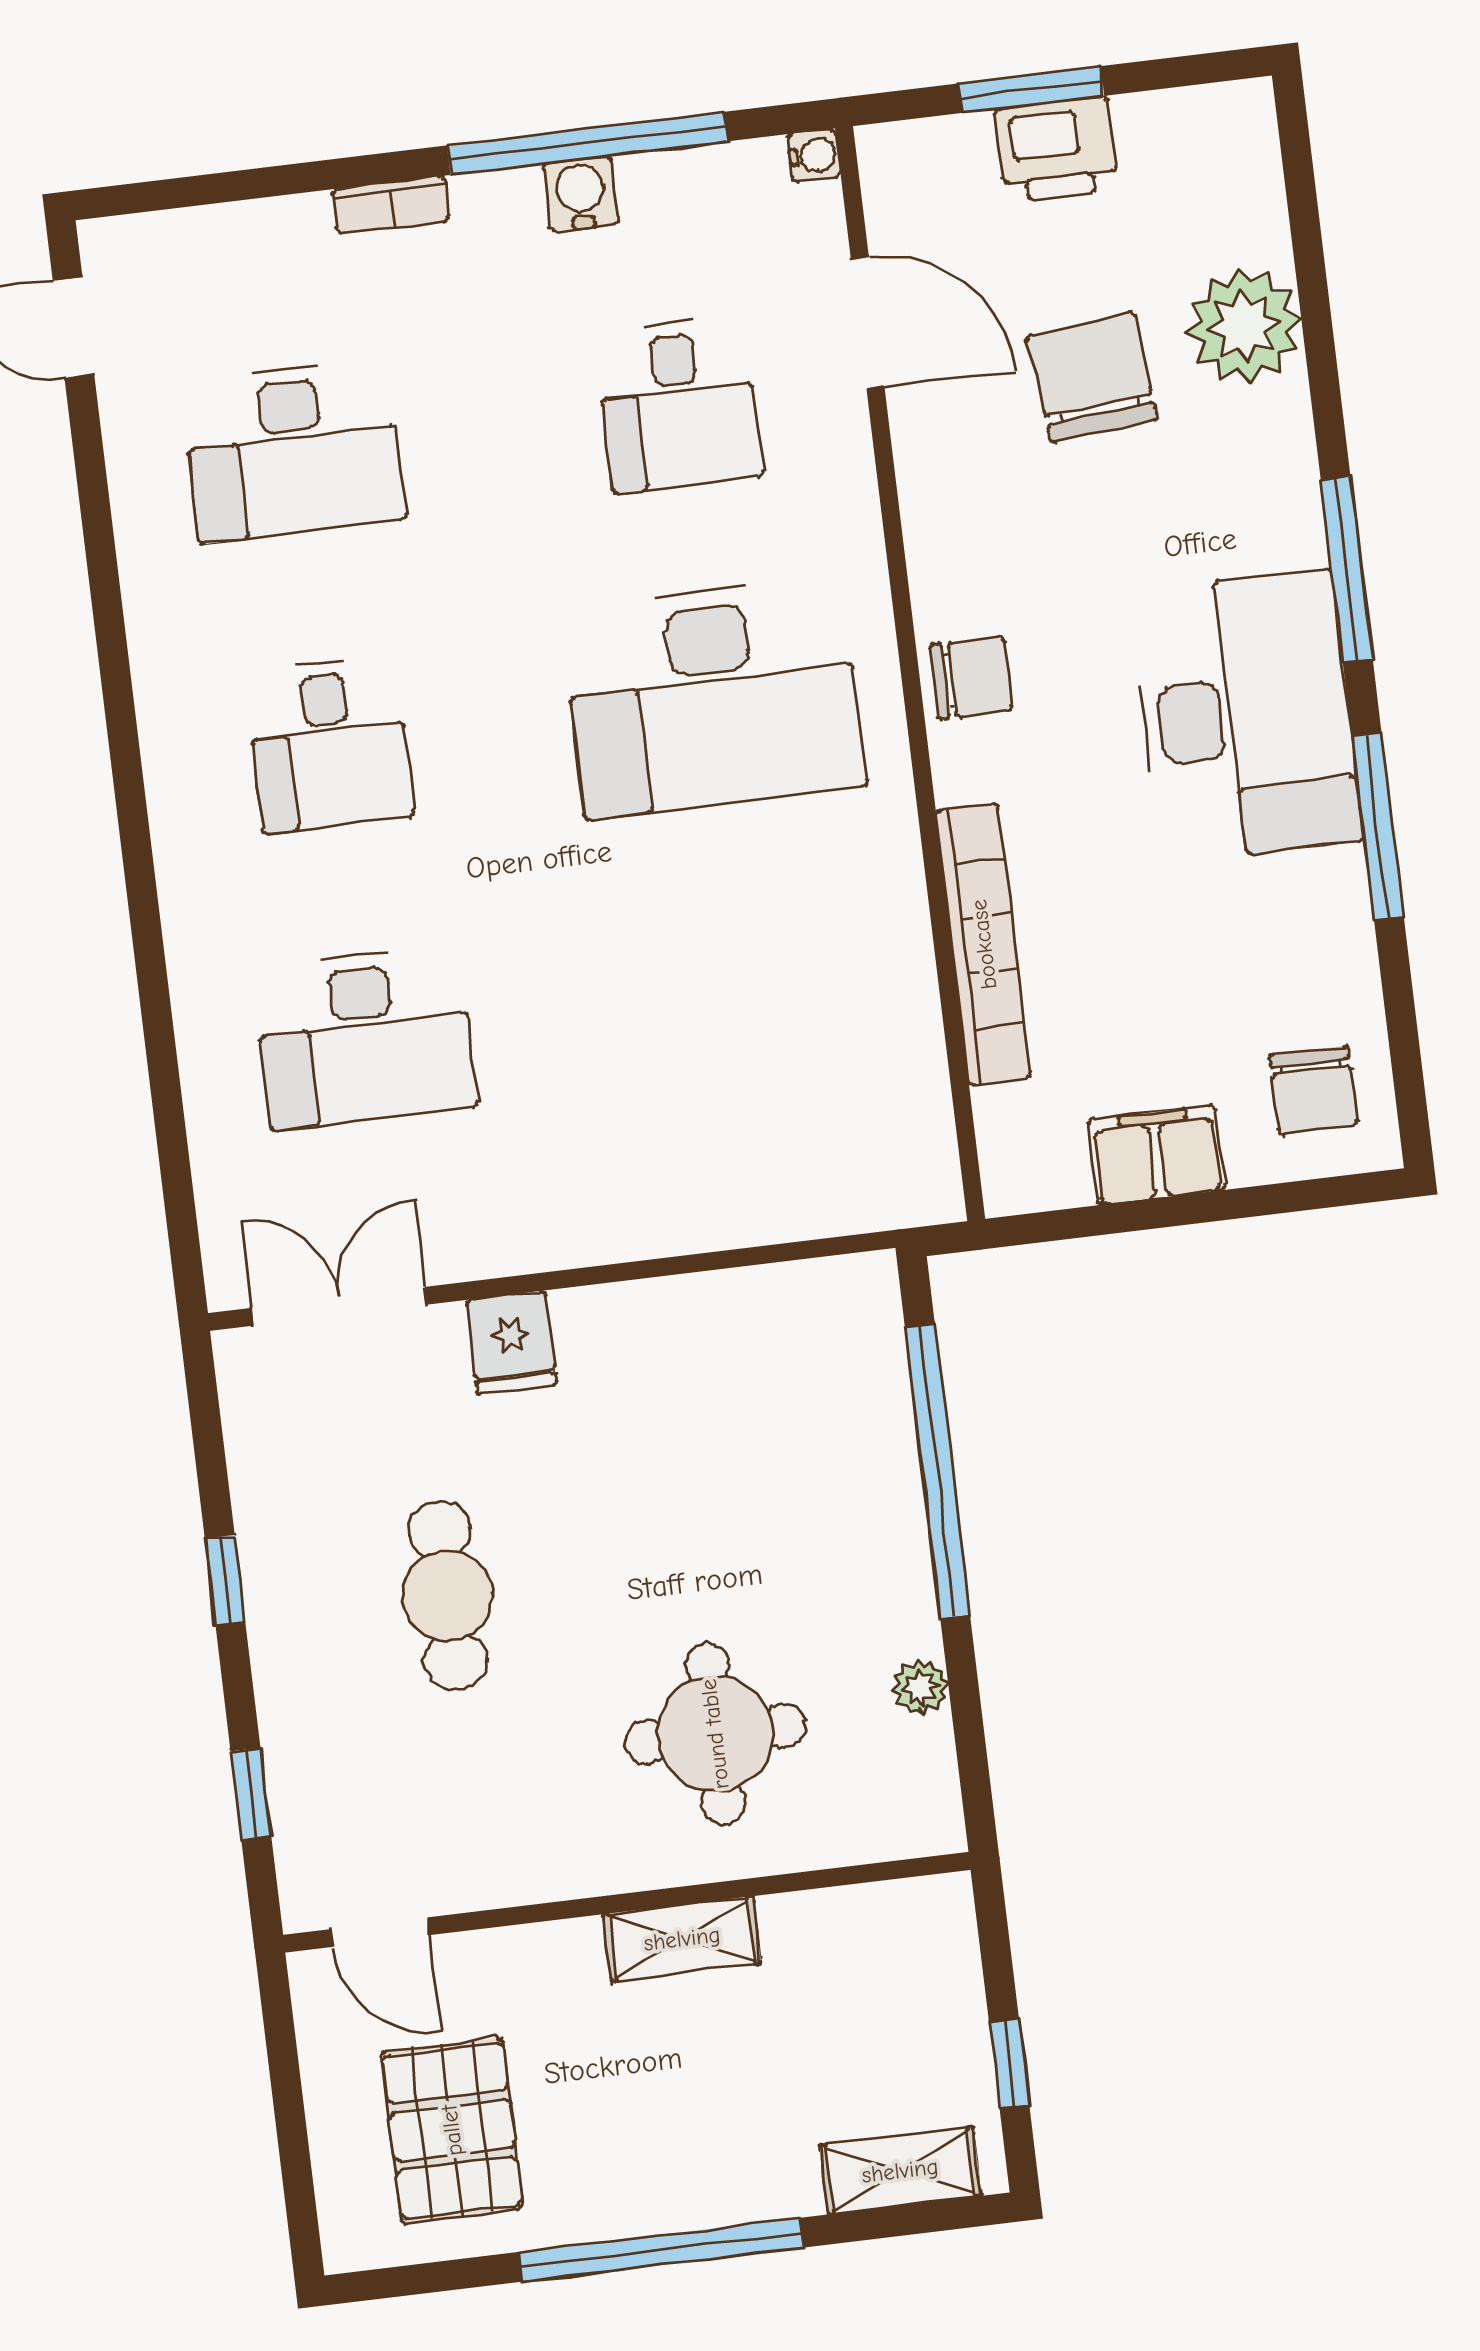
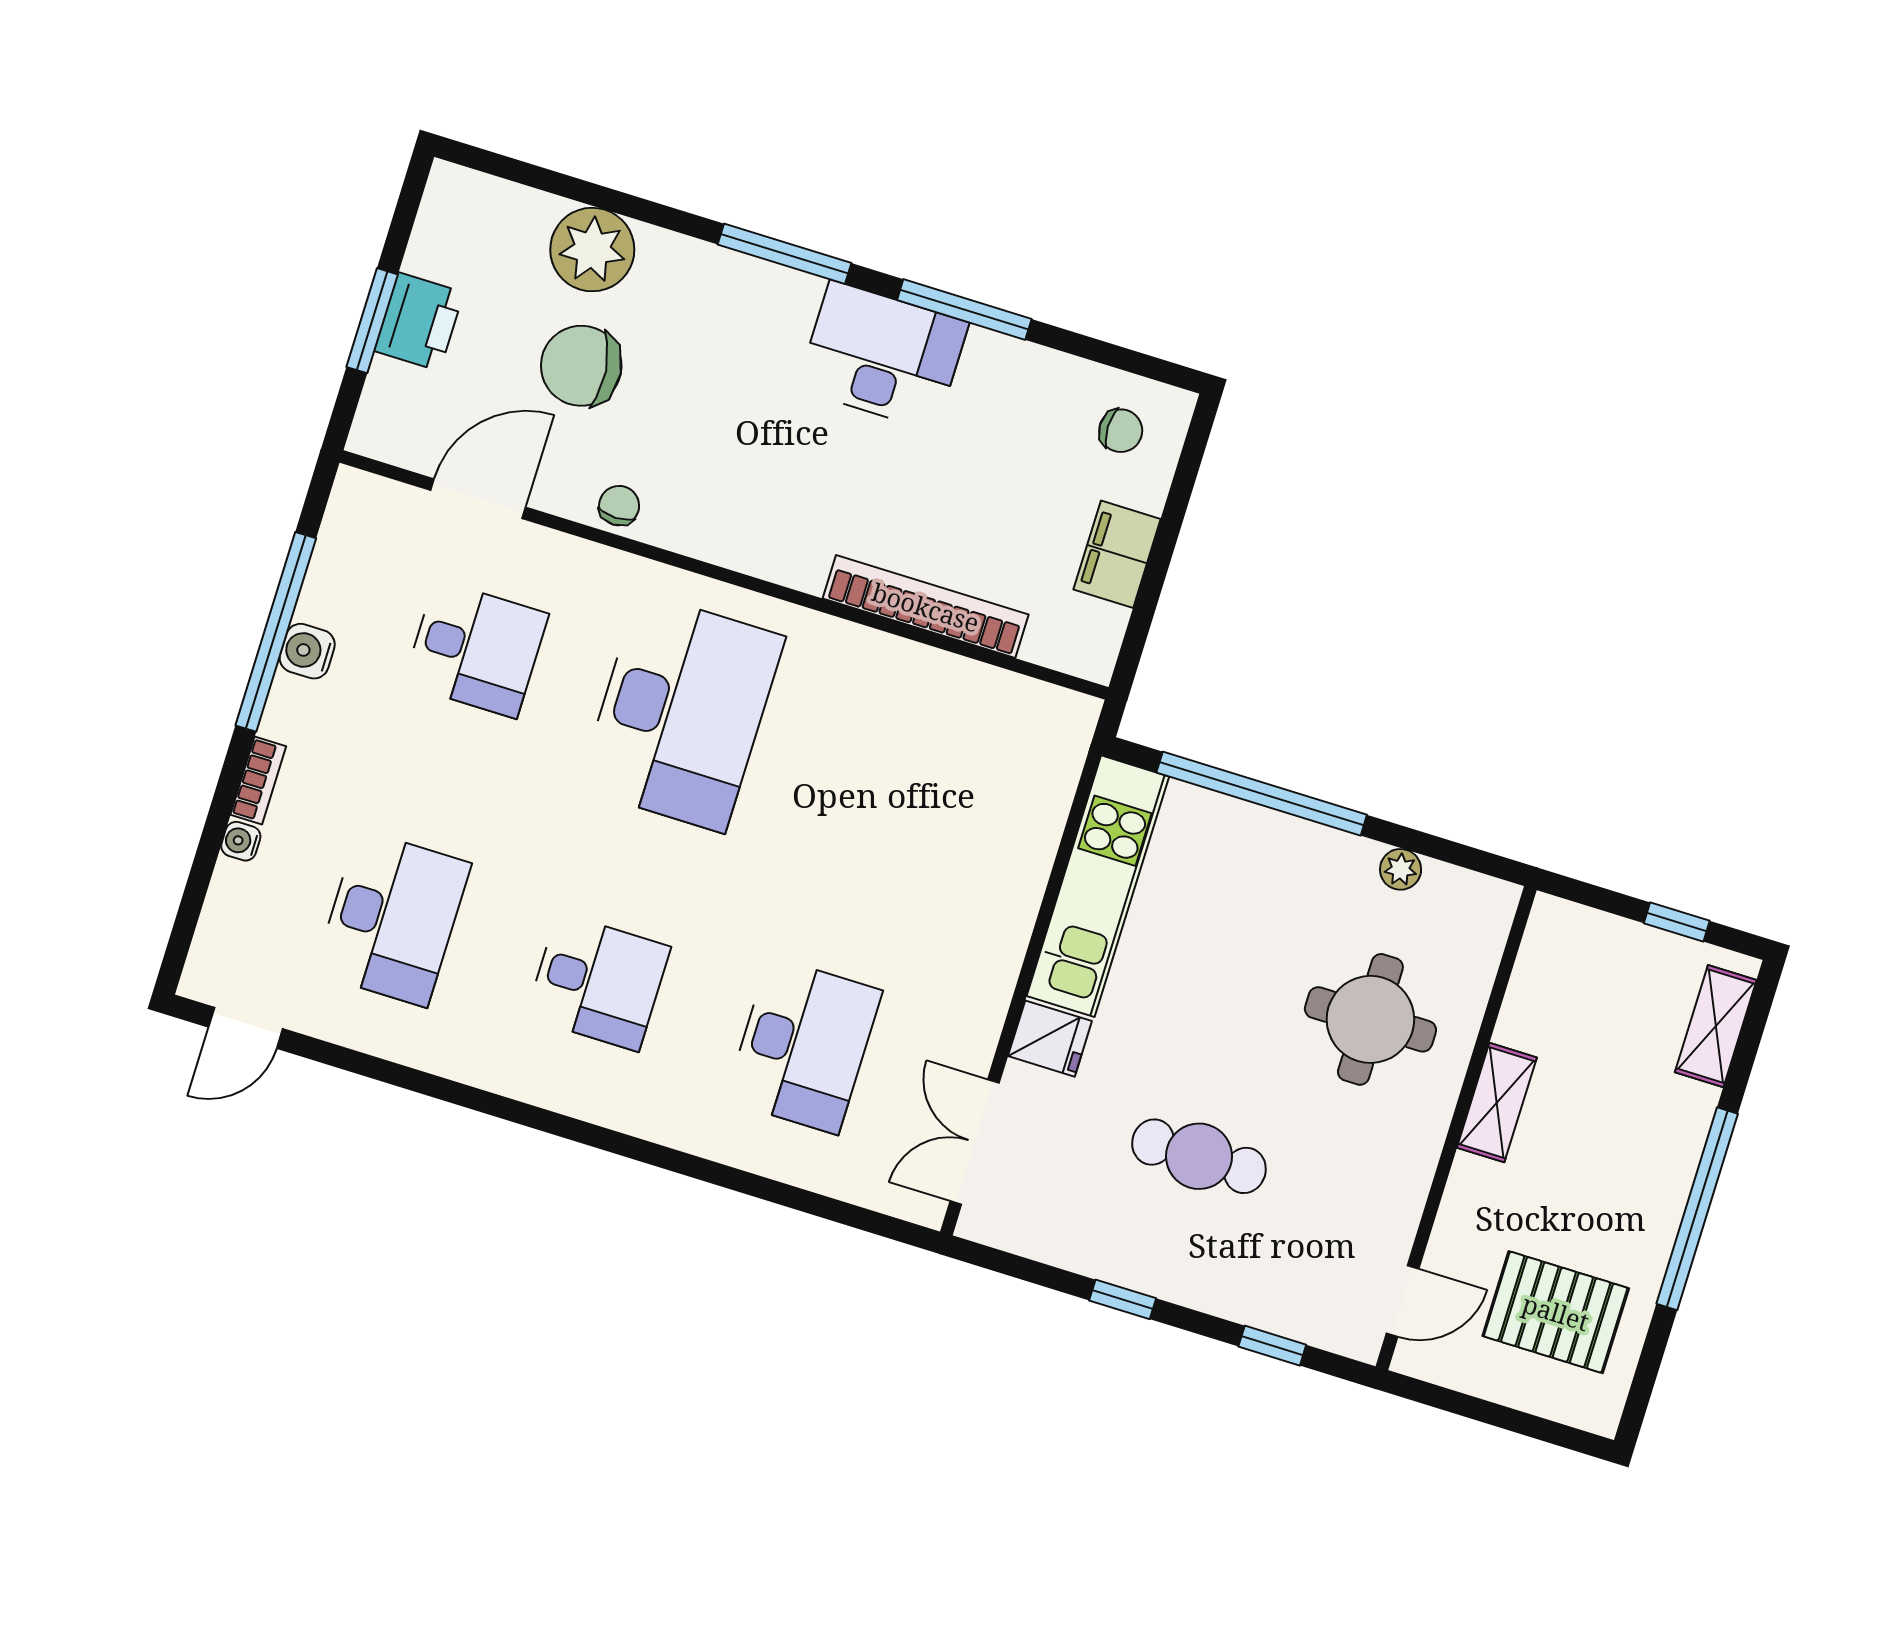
water cooler: (814, 155) -> (241, 841), moved, turned -90
chair: (971, 678) -> (619, 506), moved, width x0.73, depth x0.73
desk: (1246, 716) -> (883, 356), width x0.73, depth x0.77
chair: (1314, 1090) -> (1121, 431), width x0.73, depth x0.73
kitchen unit: (729, 1317) -> (1098, 886), added

